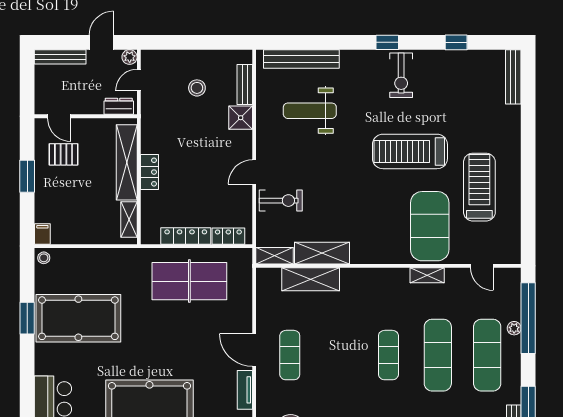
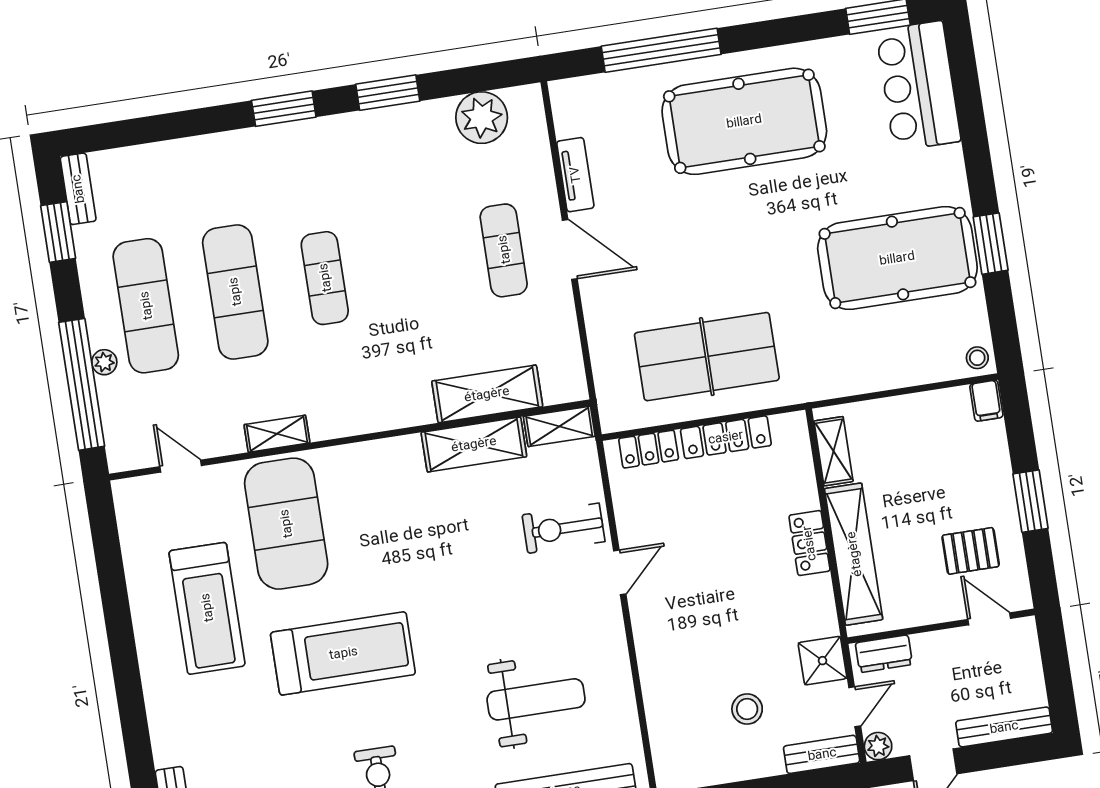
bench: (245, 84) -> (822, 754), moved, turned 90
shower: (241, 118) -> (822, 661), moved

